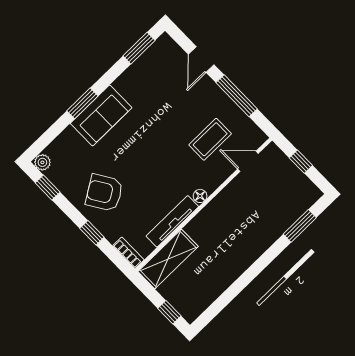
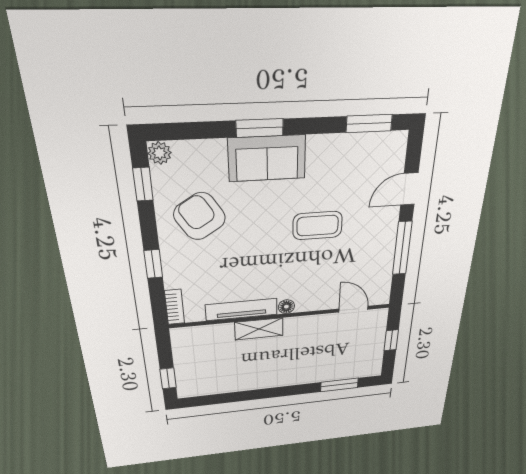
coffee table: (210, 139) -> (318, 226), moved
armchair: (104, 193) -> (200, 216), moved
shelving: (168, 259) -> (259, 329), moved, width x0.67, depth x0.75

